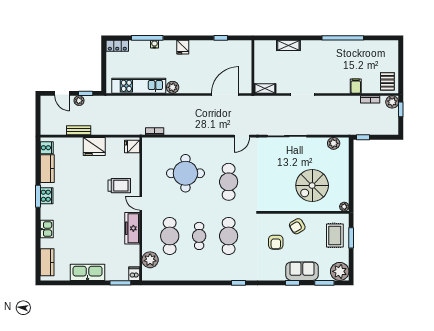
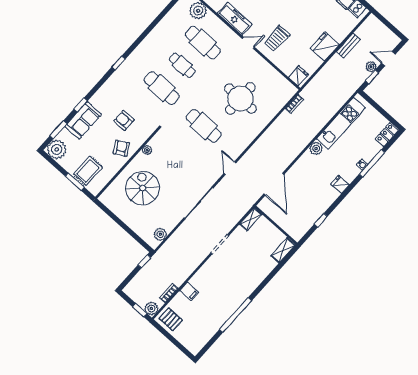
shelving: (288, 45) -> (283, 250), moved
plant: (344, 207) -> (147, 150), moved
rug: (335, 236) -> (88, 171), turned 90

